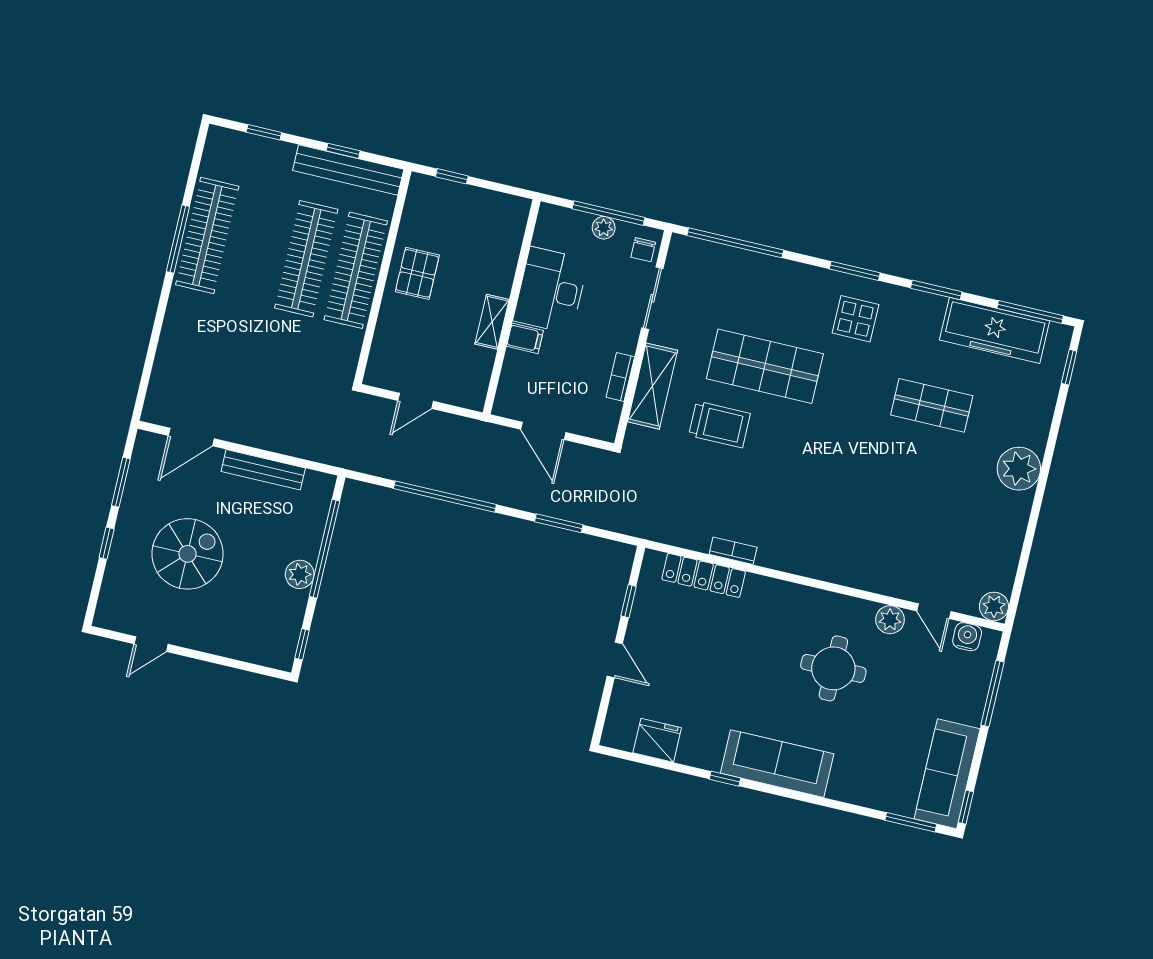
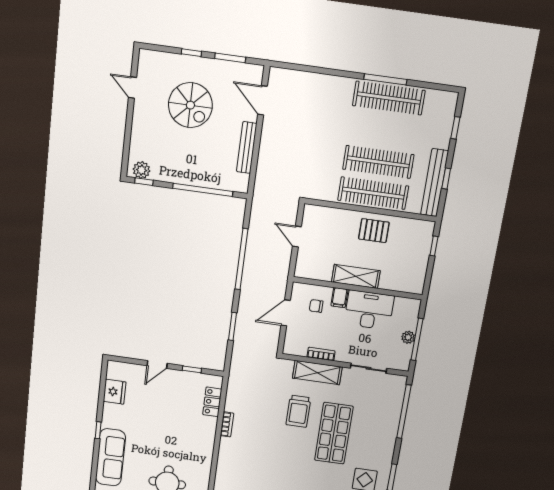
chair: (643, 250) -> (316, 306), moved
shelving: (492, 322) -> (356, 276), width x1.50, depth x1.33
plant: (300, 574) -> (142, 170), moved
locker: (704, 575) -> (212, 402), width x0.66

